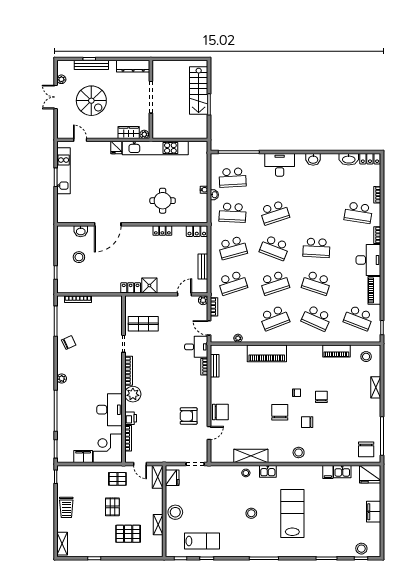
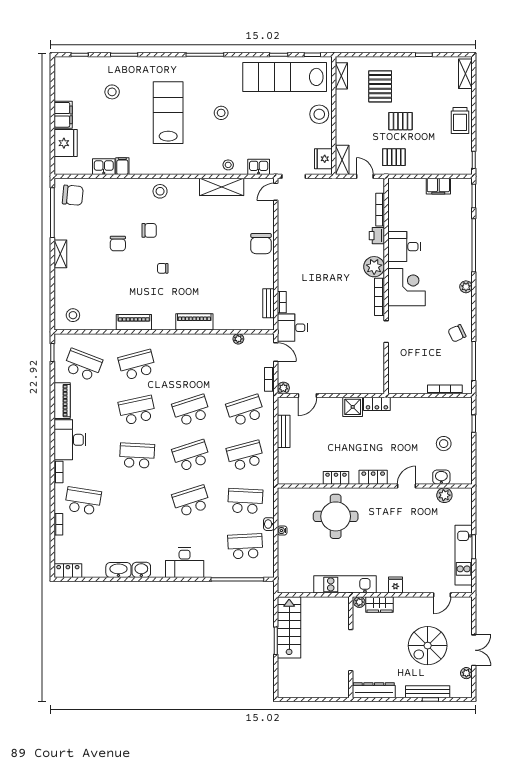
stairs: (199, 91) -> (289, 627), moved
spiral stairs: (91, 101) -> (428, 646), turned -90
door: (80, 140) -> (442, 595), hinge flipped
kitchen unit: (155, 148) -> (345, 584), width x0.73
washbasin: (349, 159) -> (118, 570), moved
round table: (163, 201) -> (336, 516), width x1.36, depth x1.36
plant: (78, 217) -> (444, 495), added
door: (108, 224) -> (407, 486), width x0.53
locker: (197, 231) -> (373, 477), moved
school desk: (275, 248) -> (191, 456), turned -39
school desk: (316, 283) -> (137, 410), turned -30
school desk: (275, 318) -> (191, 365), removed
school desk: (316, 318) -> (137, 365), turned -39
shop shelf: (143, 324) -> (361, 357), removed
piano: (336, 351) -> (134, 322), moved
piano: (267, 353) -> (194, 322), width x0.73, depth x0.75
shelving: (376, 387) -> (60, 254), moved
chair: (321, 397) -> (118, 244), moved
desk: (110, 410) -> (404, 247), width x0.73
chair: (220, 412) -> (261, 244), turned -90
chair: (280, 412) -> (184, 243), removed
armchair: (189, 416) -> (302, 238), removed
door: (209, 433) -> (276, 192), moved
corner desk: (108, 448) -> (406, 287), moved, turned -90
chair: (366, 449) -> (73, 195), turned 95
kitchen sink: (268, 471) -> (259, 167), moved
fridge: (370, 474) -> (66, 143), moved, turned 90
trolley: (66, 507) -> (460, 120), turned 180
pallet: (112, 507) -> (400, 121), turned 90
lab bench: (292, 513) -> (168, 113), turned 180
shelving: (158, 525) -> (341, 76), moved
pallet: (128, 534) -> (380, 86), turned 90
lab bench: (202, 541) -> (285, 77), width x1.86, depth x1.39
stool: (361, 549) -> (112, 92), moved

